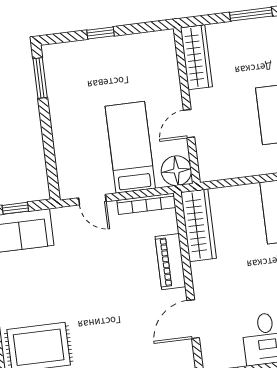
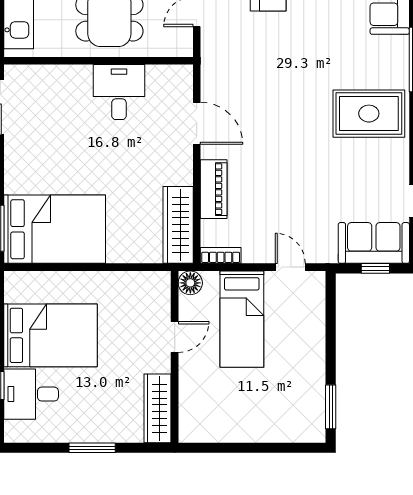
window: (100, 33) -> (259, 448), removed
floor lamp: (176, 171) -> (190, 283), width x0.73, depth x0.73
bookcase: (146, 204) -> (221, 255), width x0.64
door: (193, 319) -> (197, 123), hinge flipped

